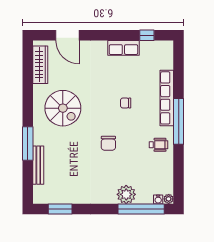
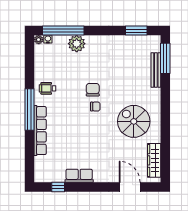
chair: (126, 103) -> (95, 107), moved
window: (28, 143) -> (165, 58), moved

